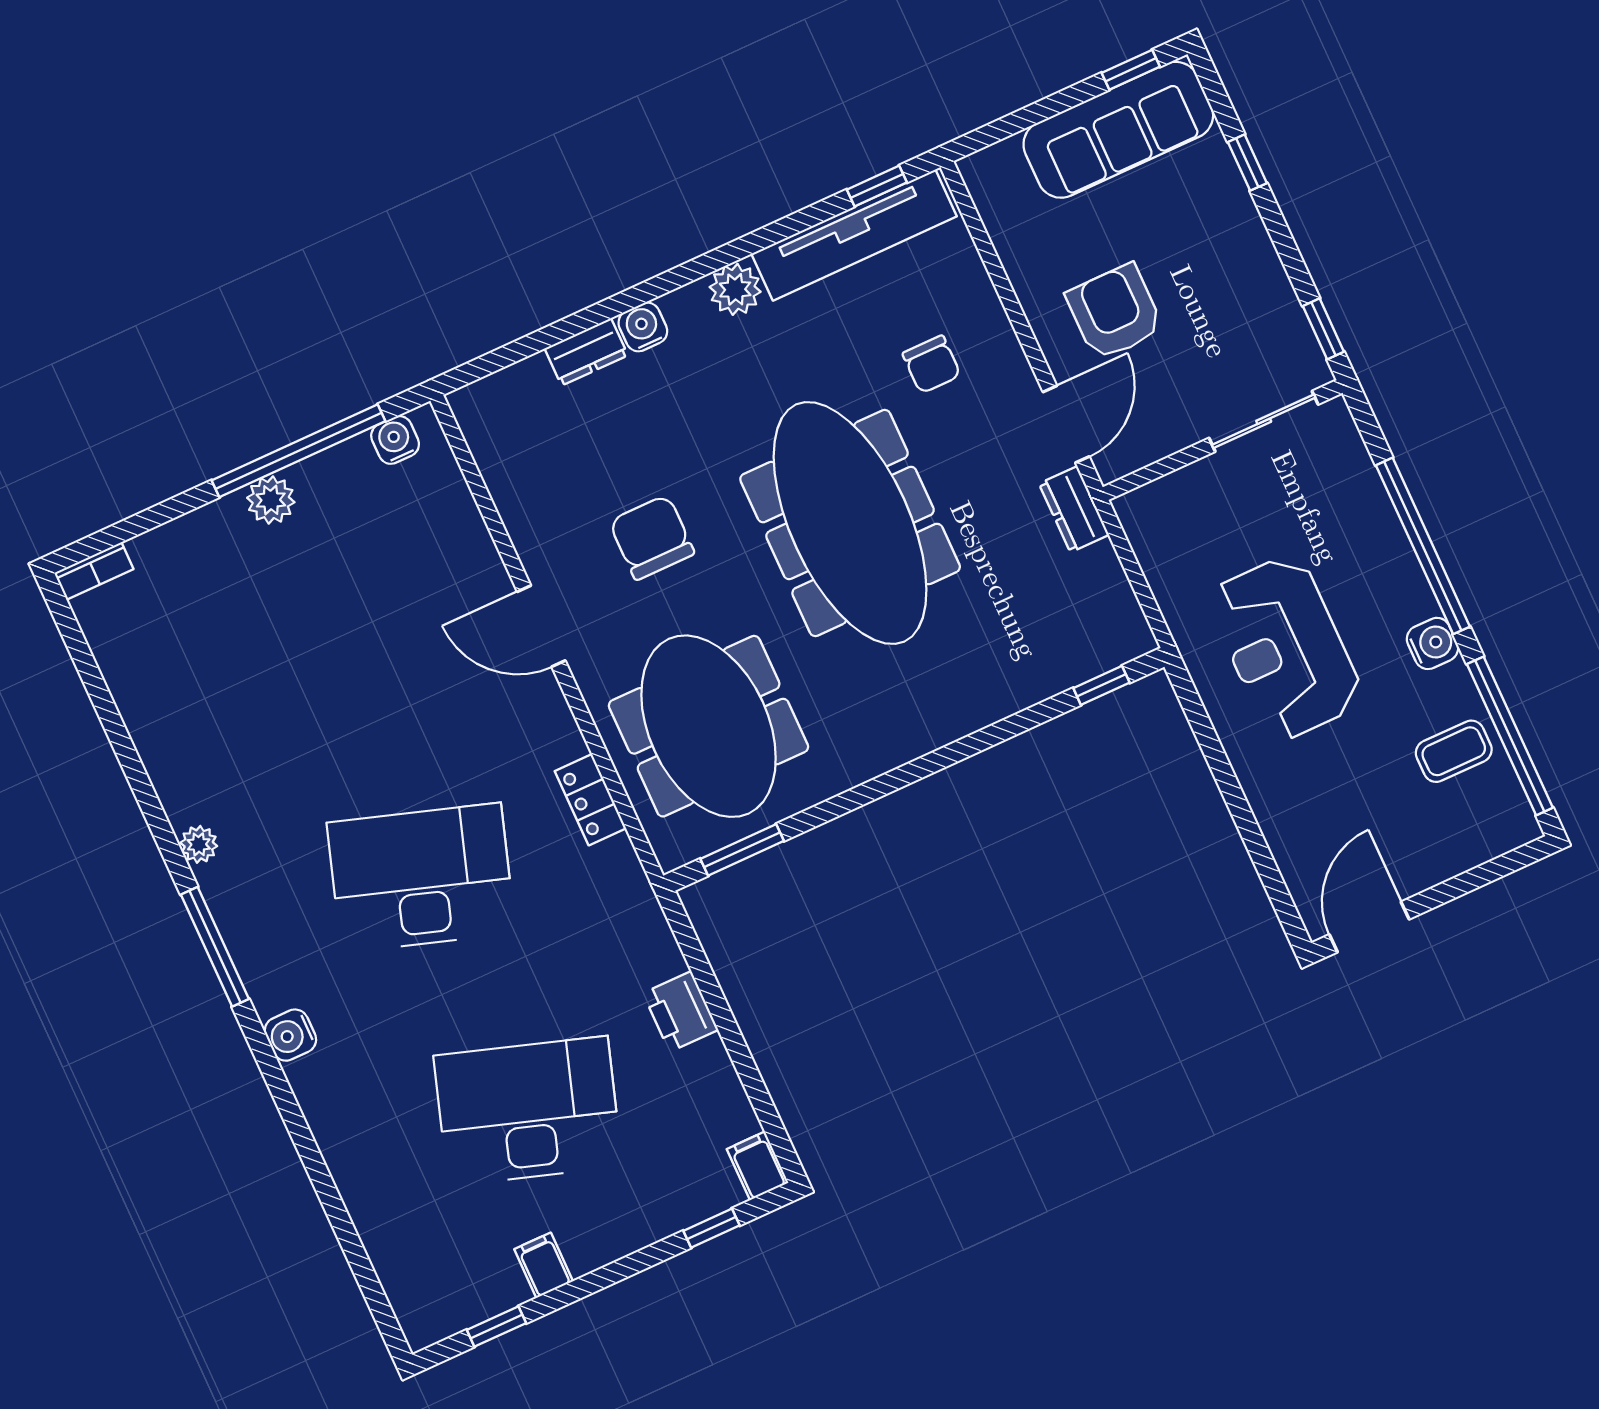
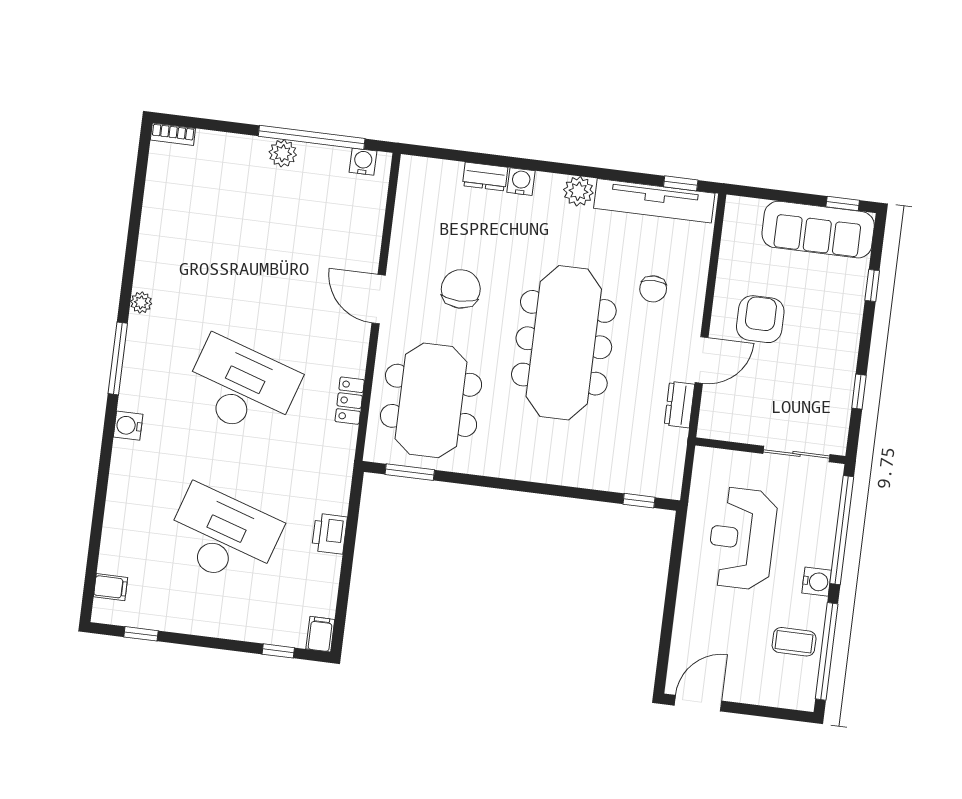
sliding door: (1264, 421) -> (797, 454), moved
wall: (1223, 440) -> (770, 451), moved
filing cabinet: (544, 1265) -> (110, 587), moved, turned 90

